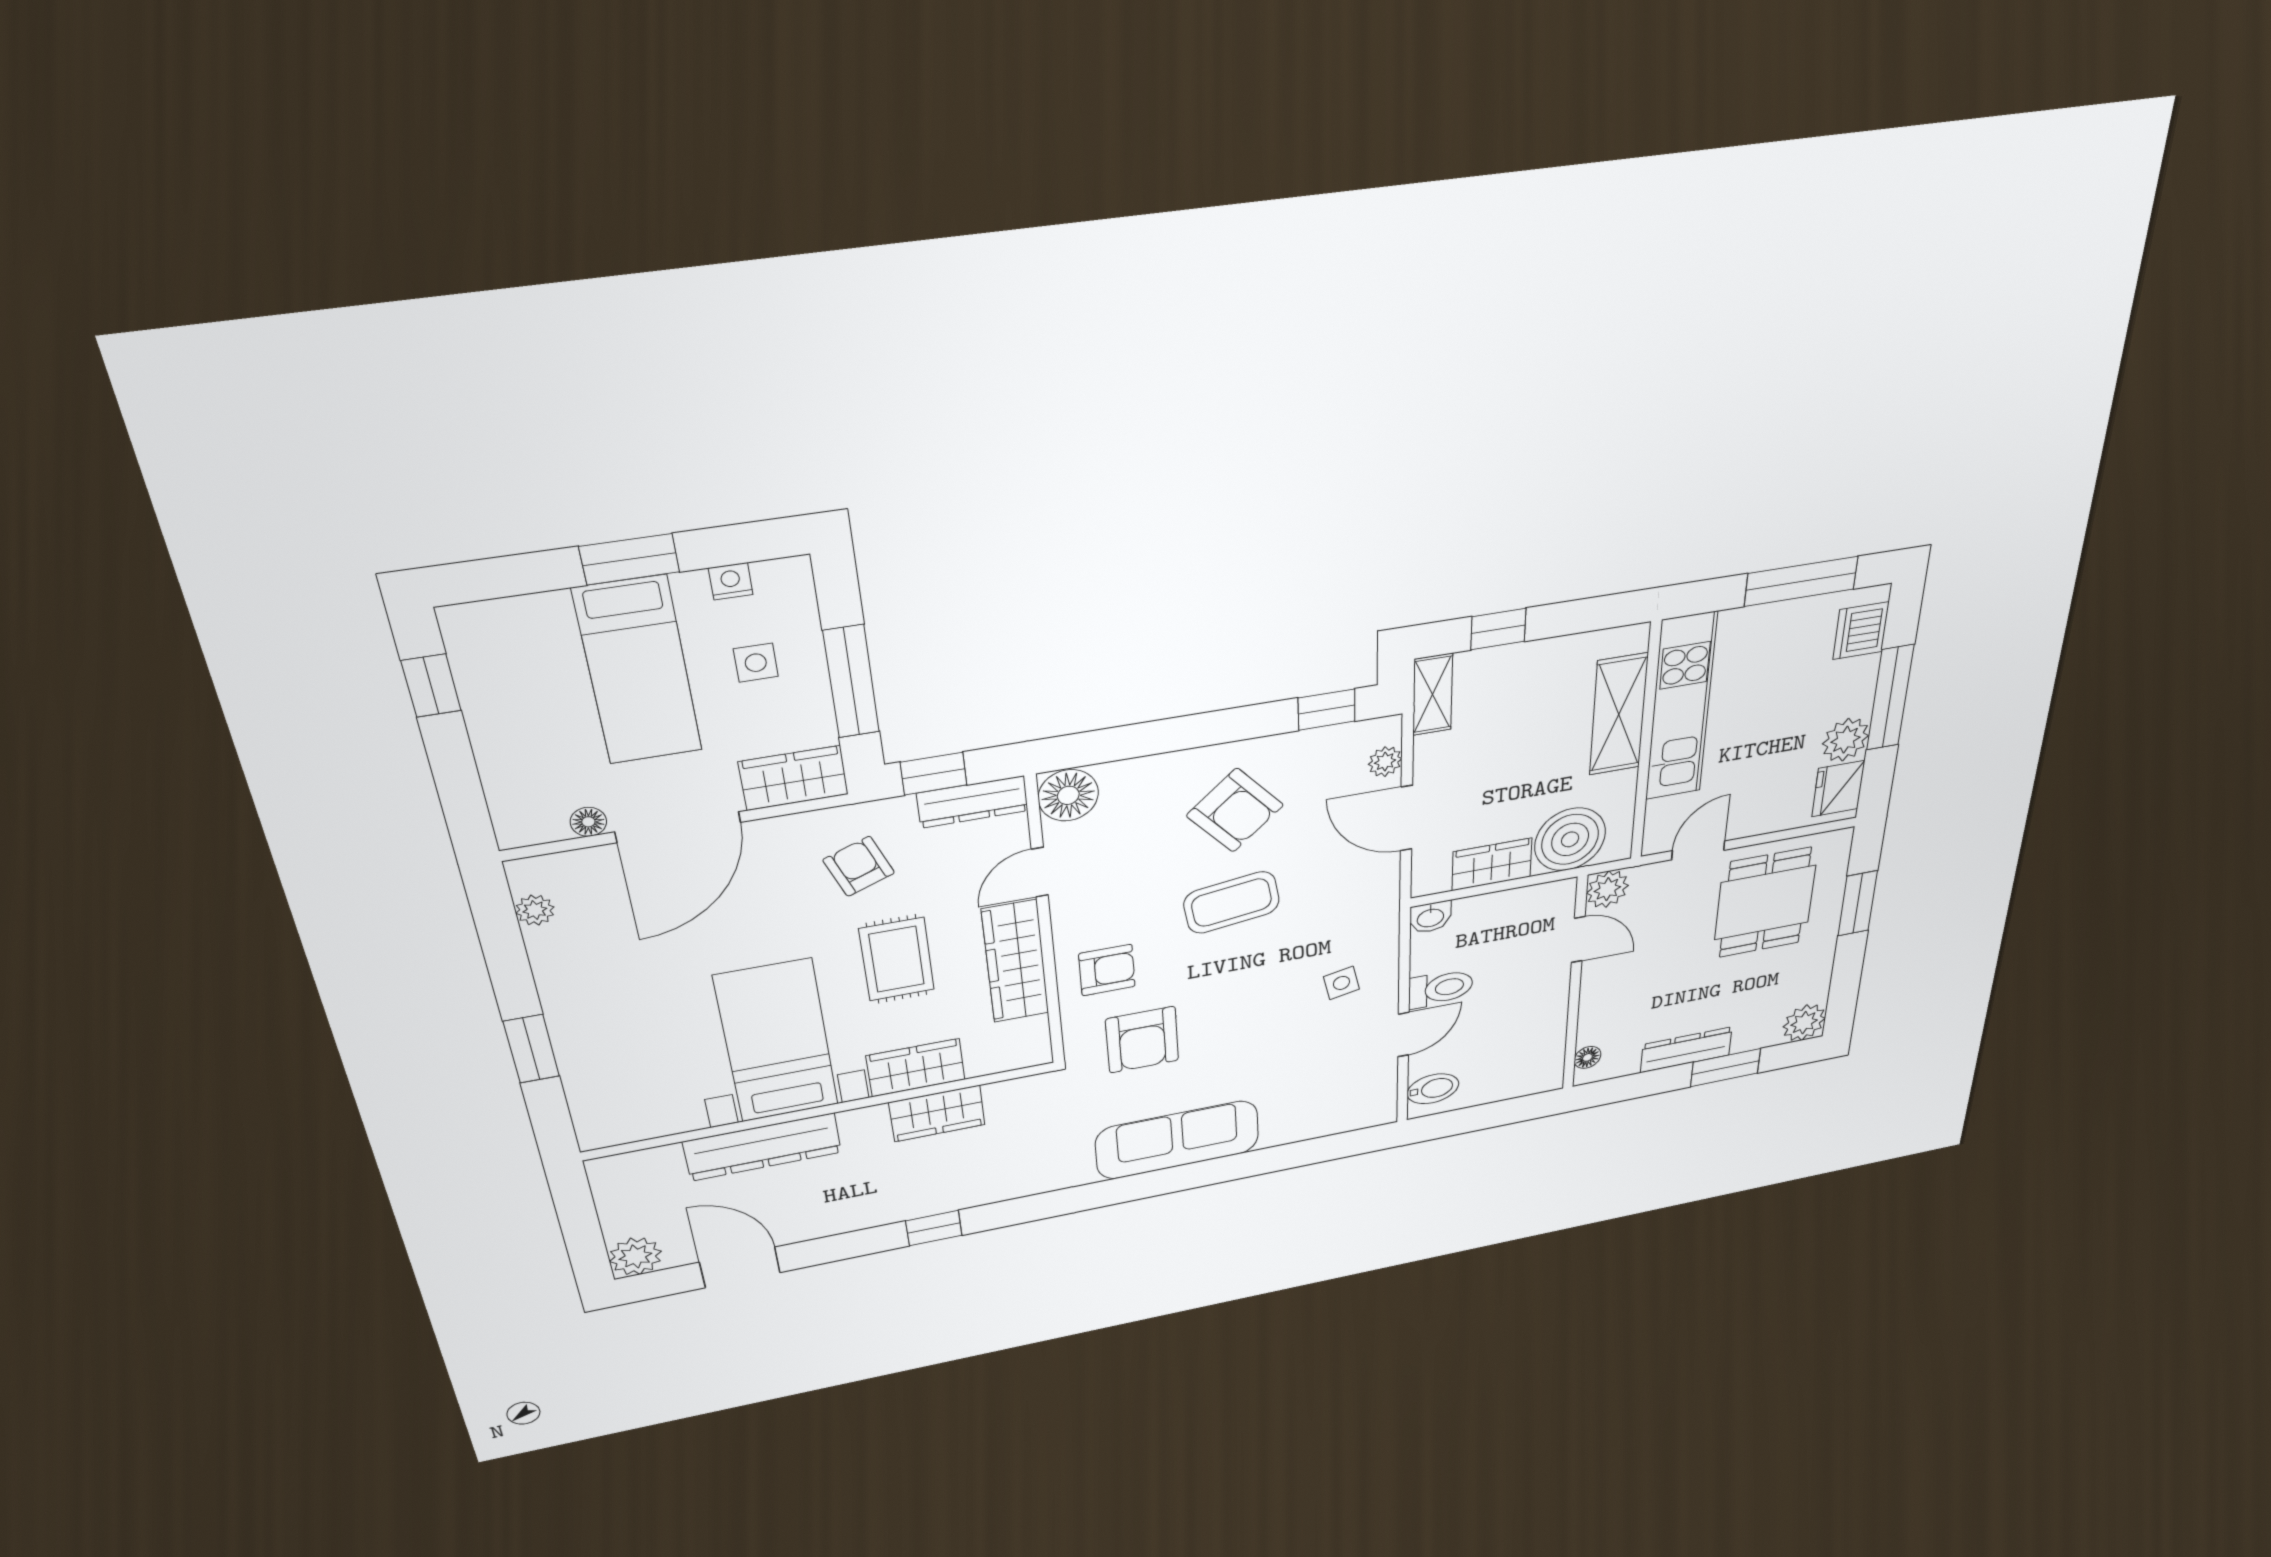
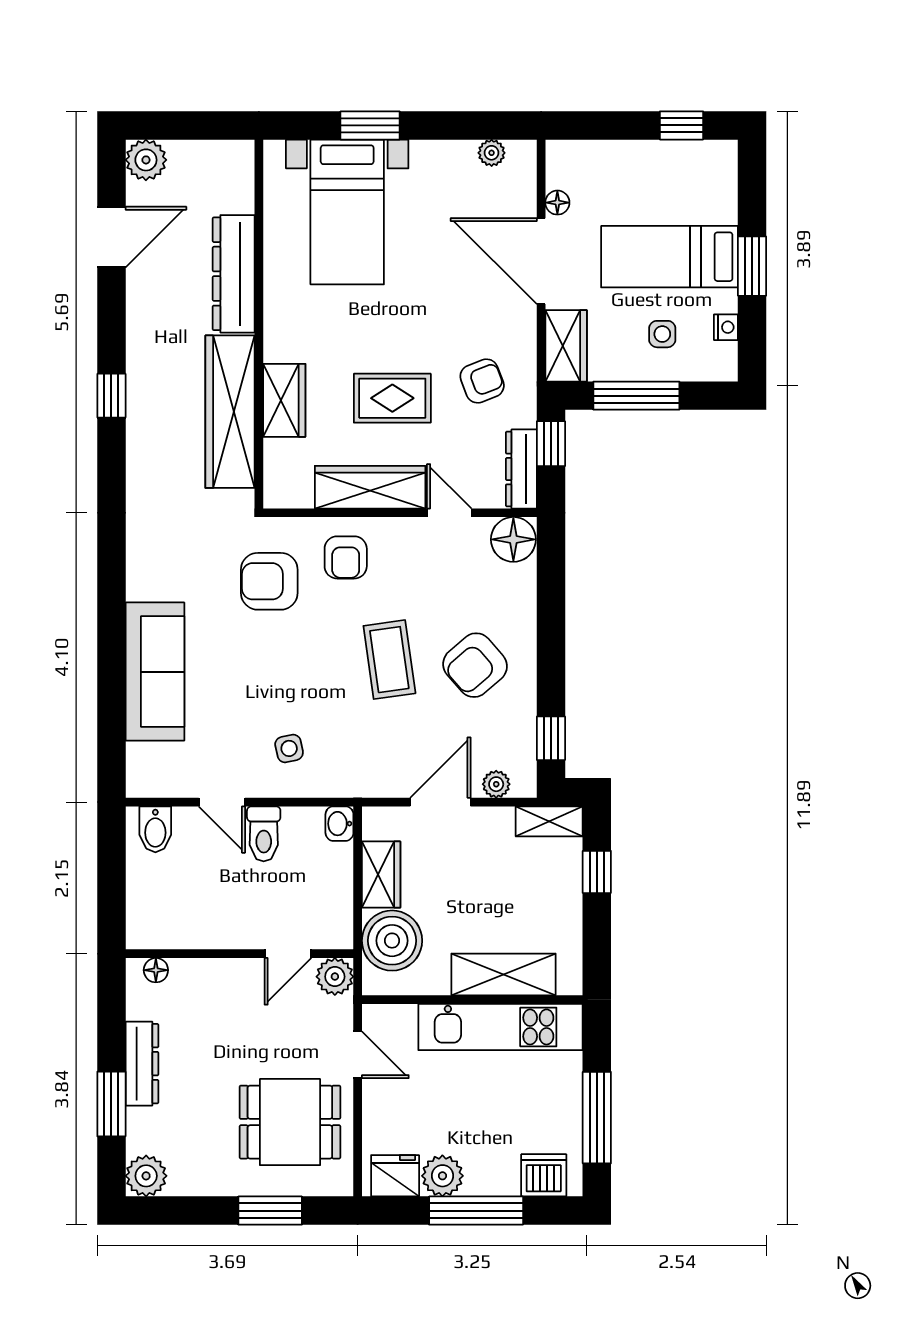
bed with nightstands: (777, 1041) -> (347, 212), moved, turned 90
wardrobe: (937, 1114) -> (230, 412), width x2.10, depth x1.17
sofa: (1177, 1140) -> (155, 672), moved

